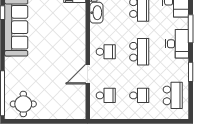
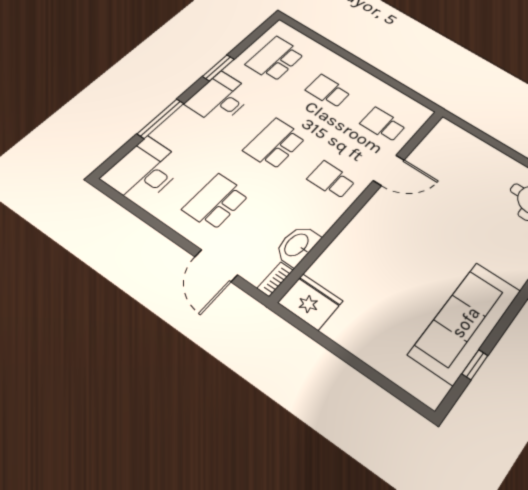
desk: (177, 44) -> (220, 98), moved

